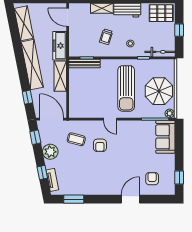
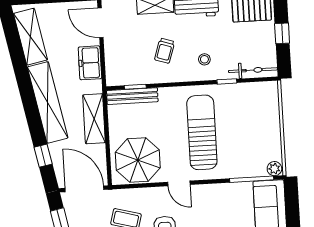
freezer: (60, 46) -> (90, 63), width x0.71
sun lounger: (126, 88) -> (202, 132), turned 180
parasol: (159, 91) -> (138, 160), moved

